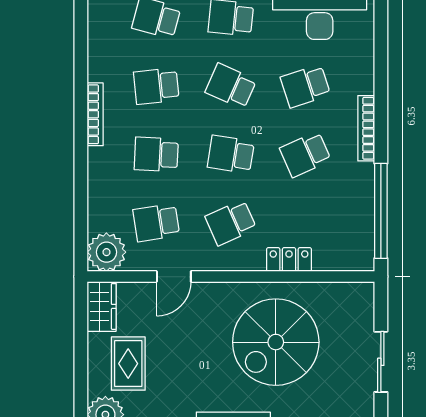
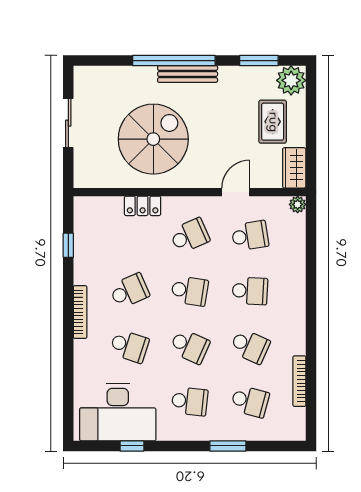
school desk: (156, 86) -> (250, 346), turned 30
school desk: (305, 86) -> (129, 346), turned 36
bookcase: (95, 114) -> (299, 381), moved
window: (381, 211) -> (68, 245), width x0.32
plant: (106, 252) -> (298, 204), width x0.53, depth x0.53

